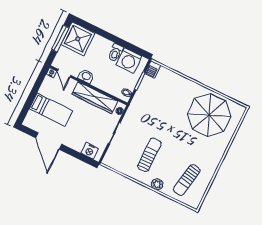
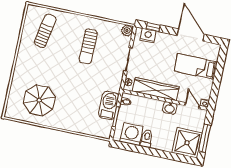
barbecue: (153, 69) -> (109, 105), moved, width x1.88, depth x1.53
parasol: (209, 115) -> (39, 100), width x0.73, depth x0.73
window: (83, 158) -> (153, 27), added
plant: (157, 184) -> (127, 31), moved

